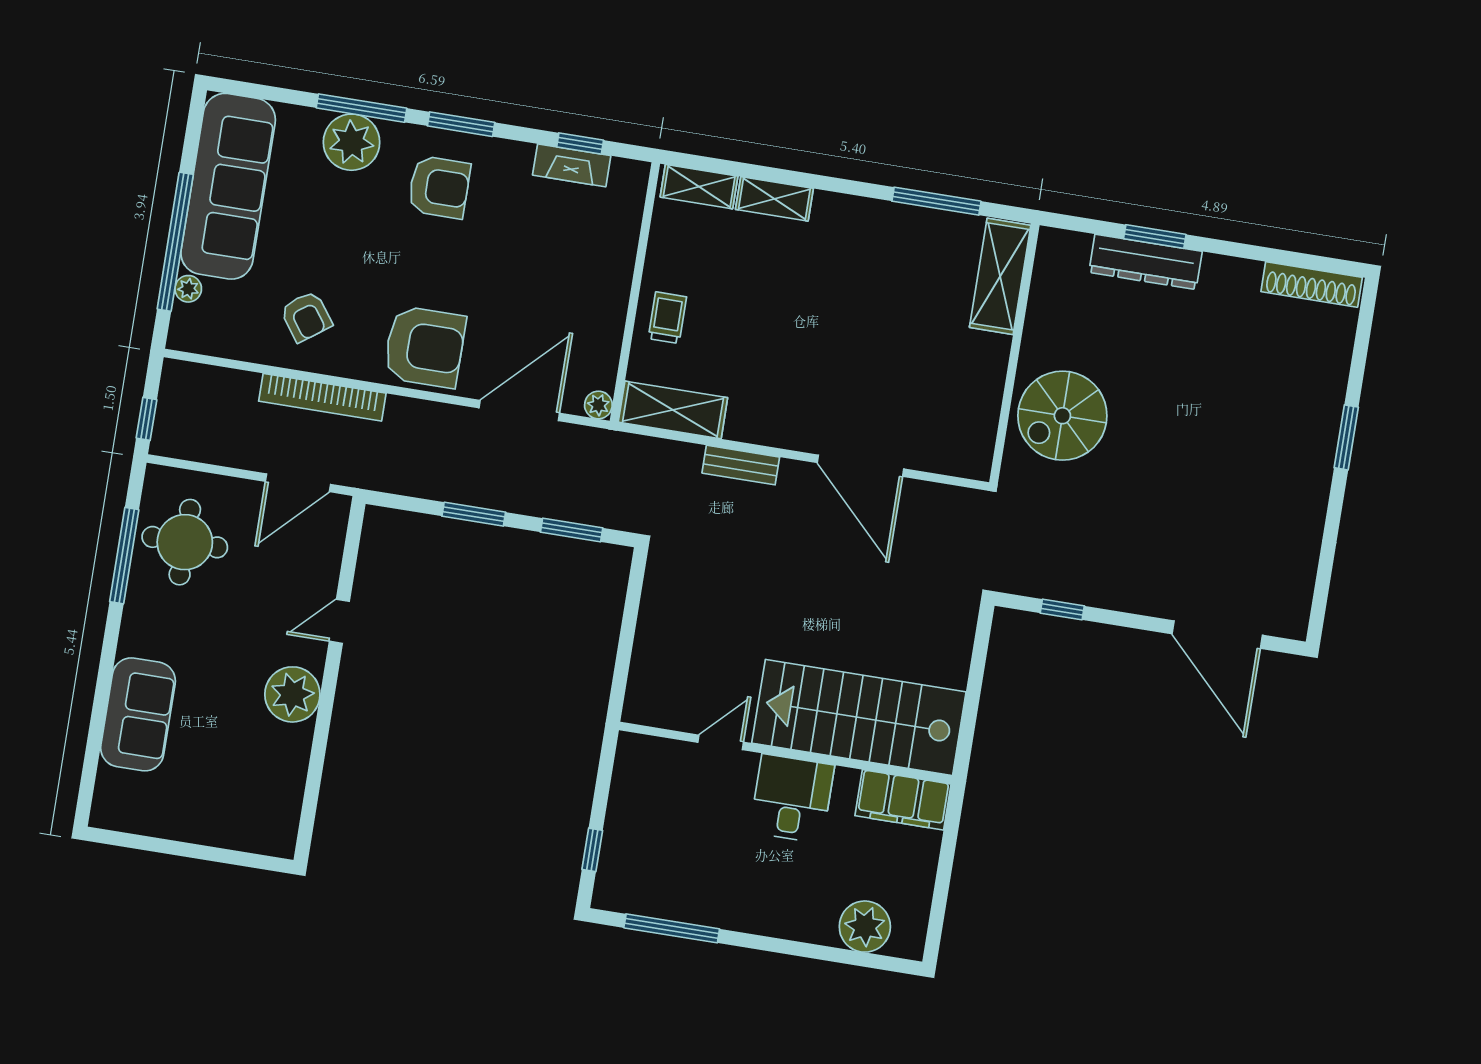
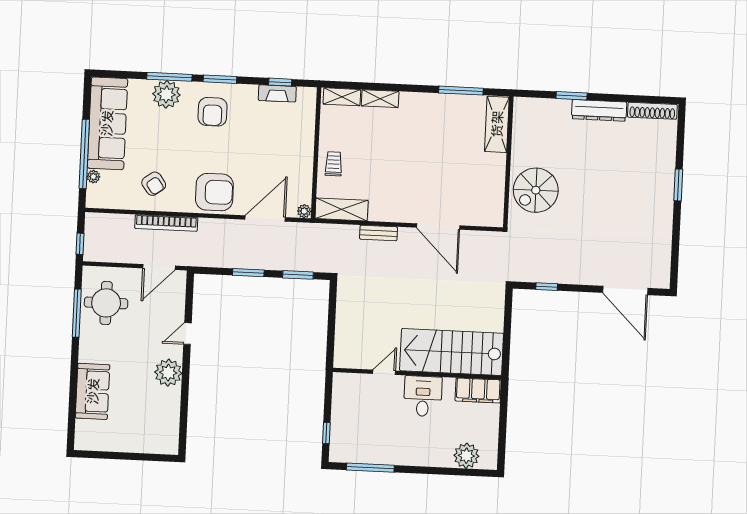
armchair: (439, 187) -> (213, 112), turned 90
dresser: (1145, 262) -> (599, 110), moved

